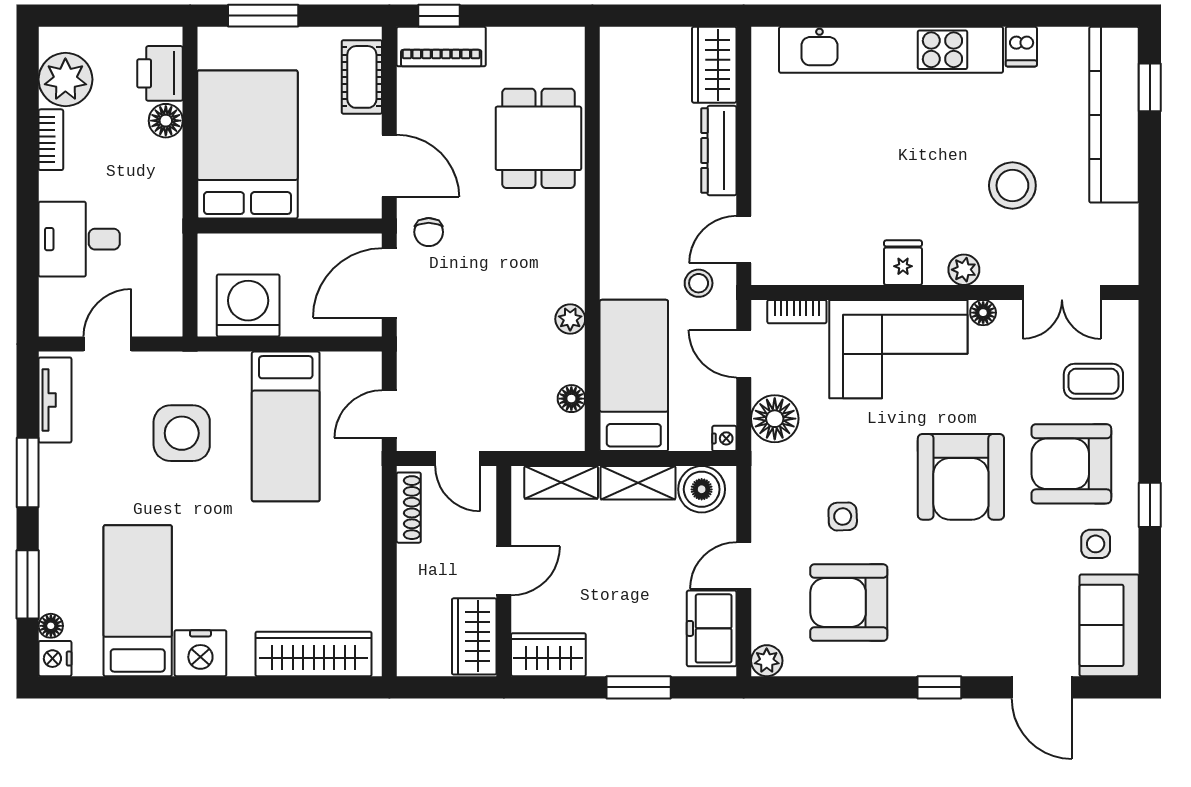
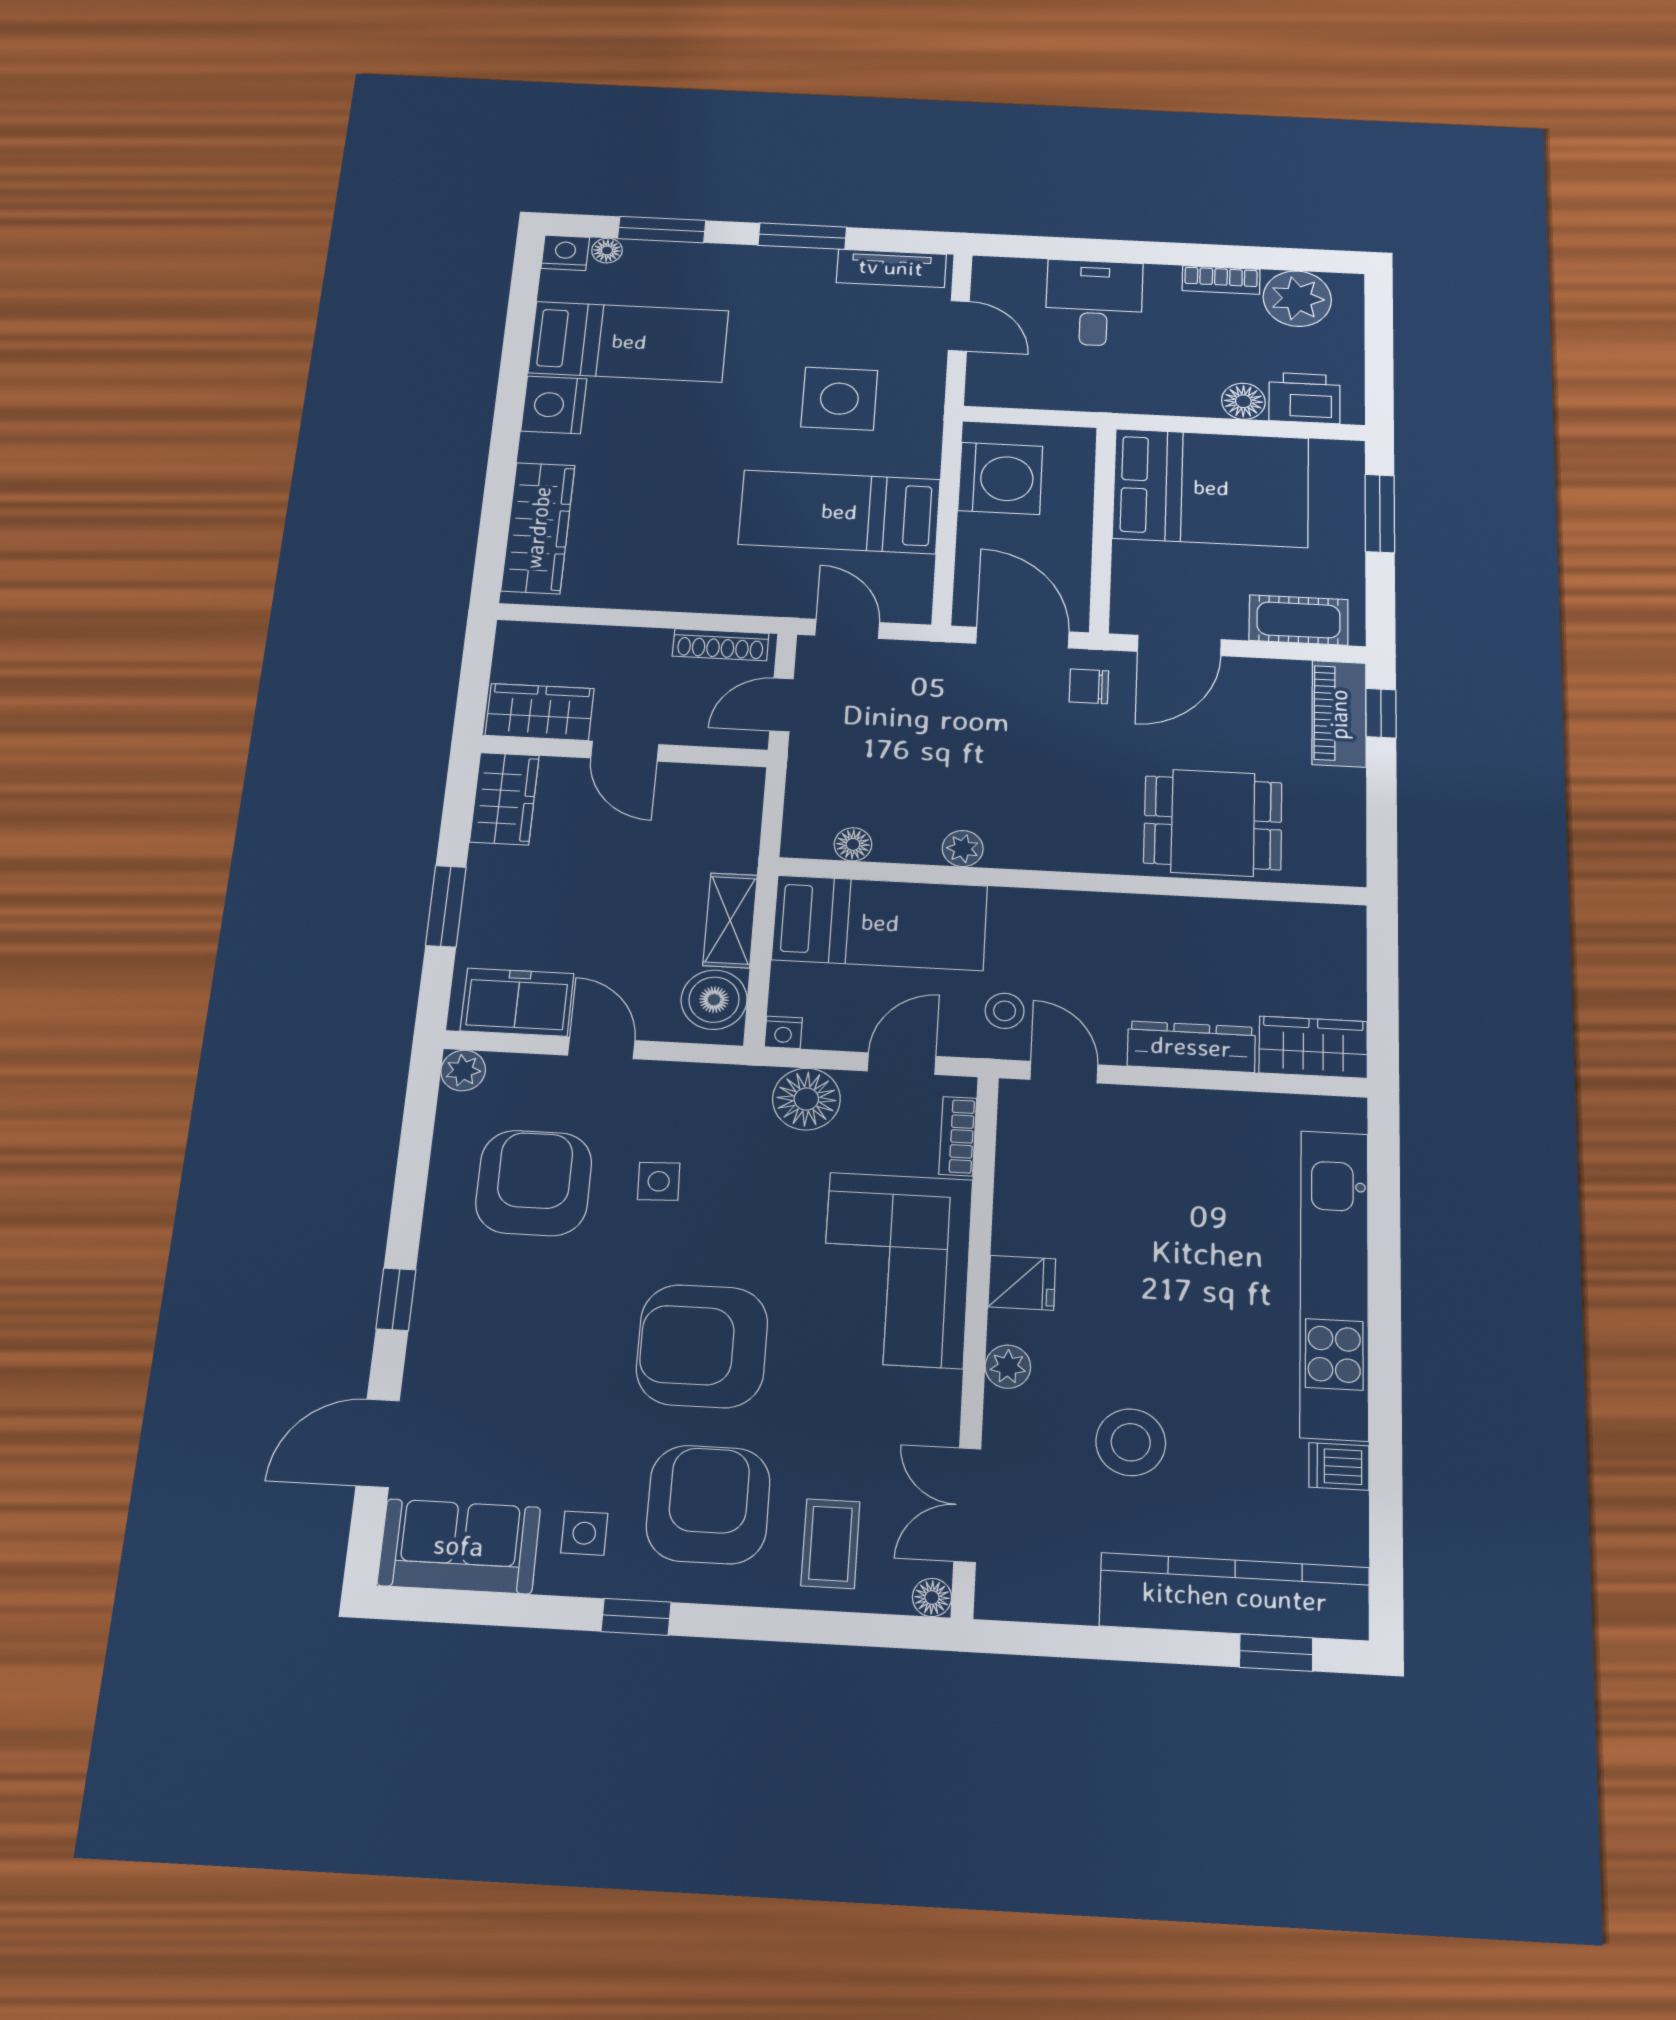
floor lamp: (983, 313) -> (932, 1597), moved
shelving: (561, 482) -> (739, 826), removed

